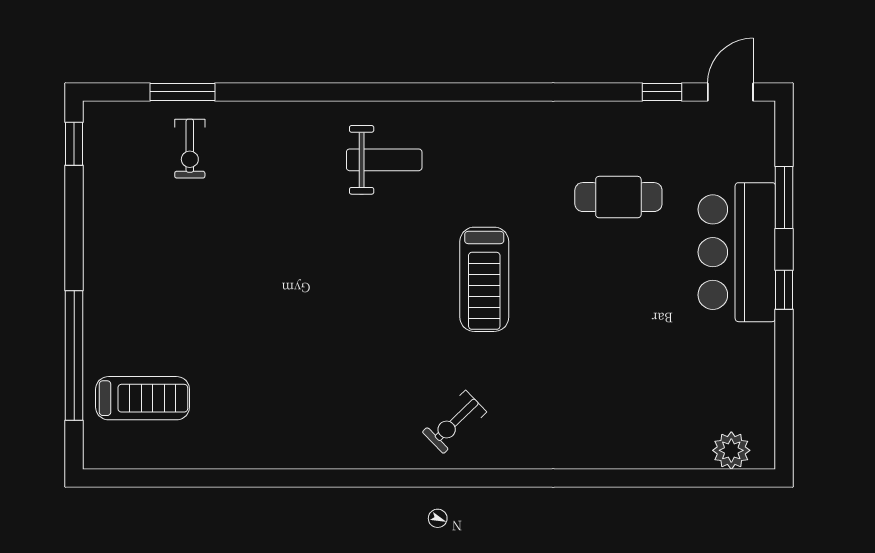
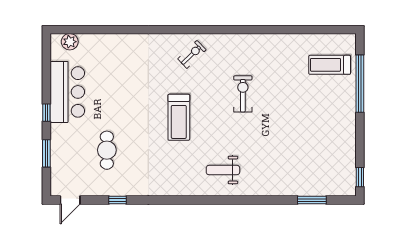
window: (662, 92) -> (117, 200), moved
exercise bike: (190, 149) -> (243, 94), moved, width x1.38, depth x1.39
cafe table: (618, 197) -> (107, 150), moved, turned 90
bar counter: (737, 252) -> (67, 92), moved
treadmill: (484, 279) -> (179, 117), turned 180

